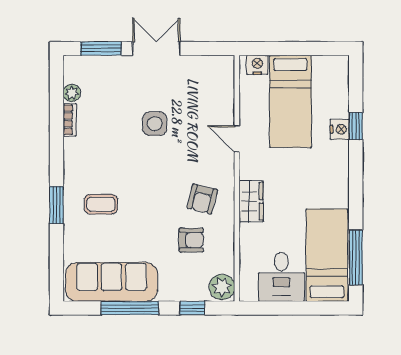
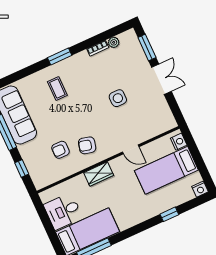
nightstand: (340, 129) -> (200, 189), moved
door: (237, 139) -> (131, 149), swing flipped
window: (56, 205) -> (60, 56), moved
armchair: (191, 240) -> (61, 150), turned 90
plant: (222, 287) -> (42, 180), removed

